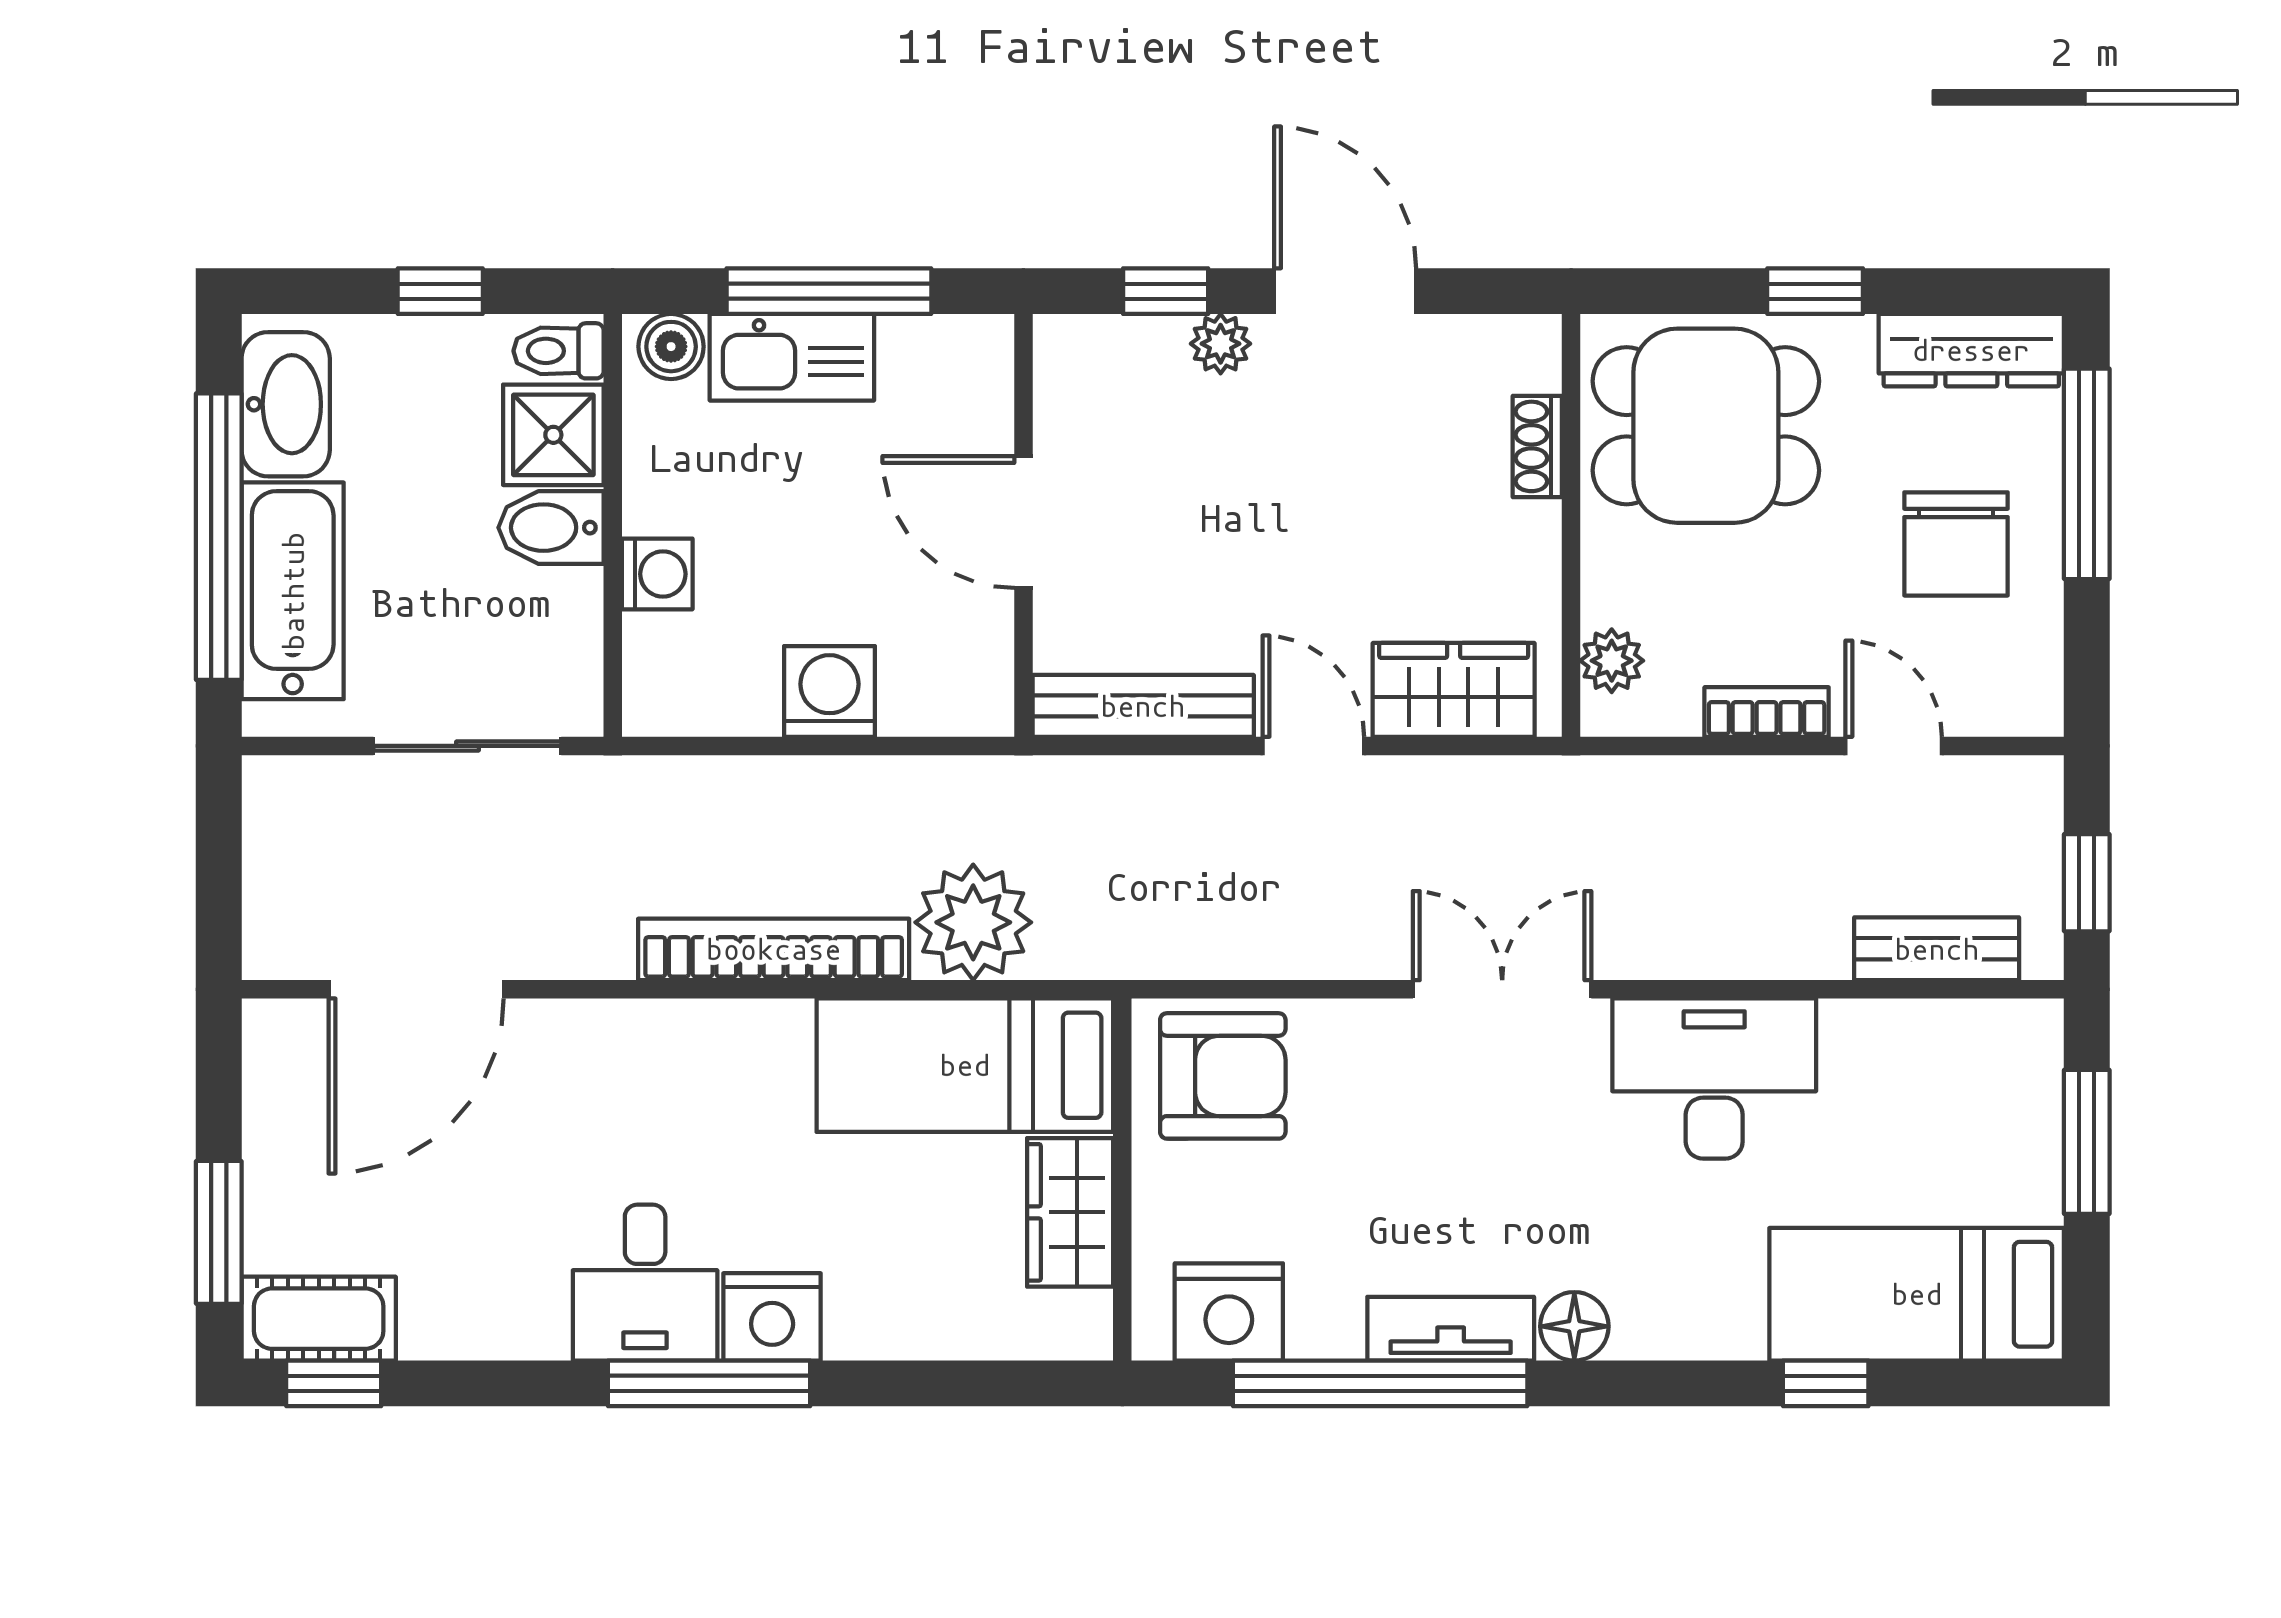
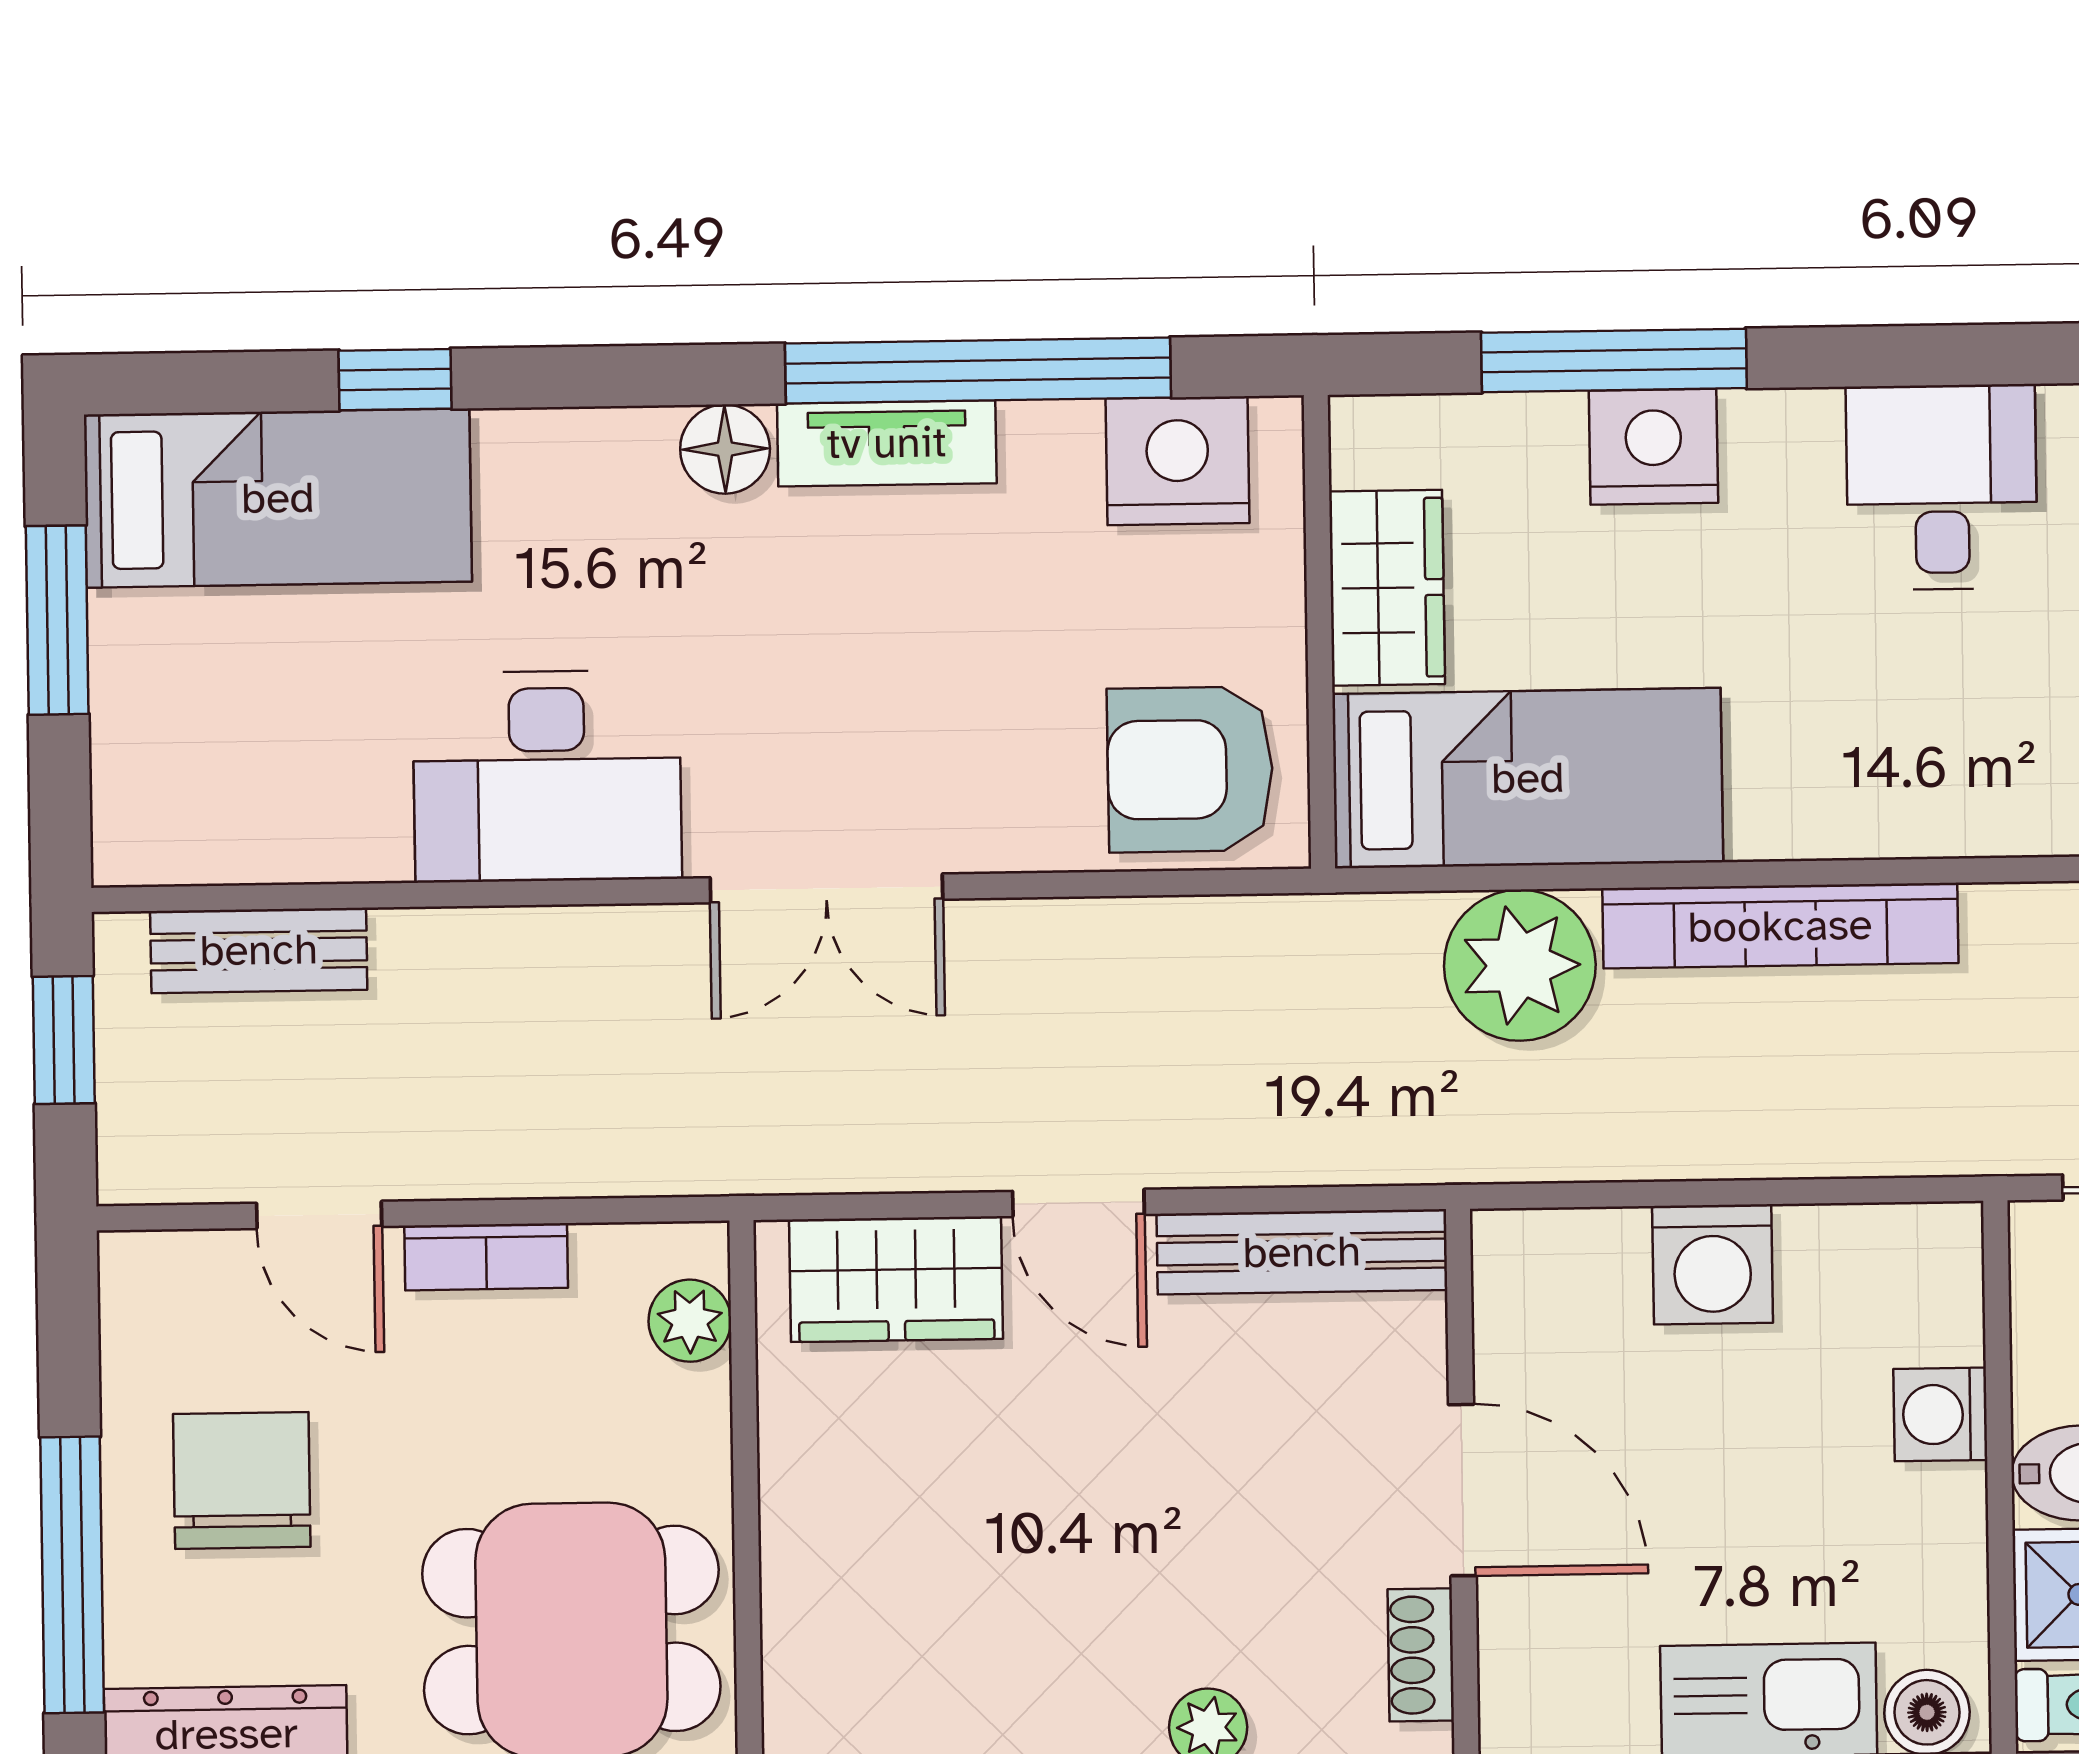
shoe rack: (1537, 446) -> (1421, 1655), moved, turned 180
window: (2087, 1142) -> (57, 620), moved
nightstand: (772, 1317) -> (1653, 447), moved
window: (709, 1383) -> (1614, 360), moved

